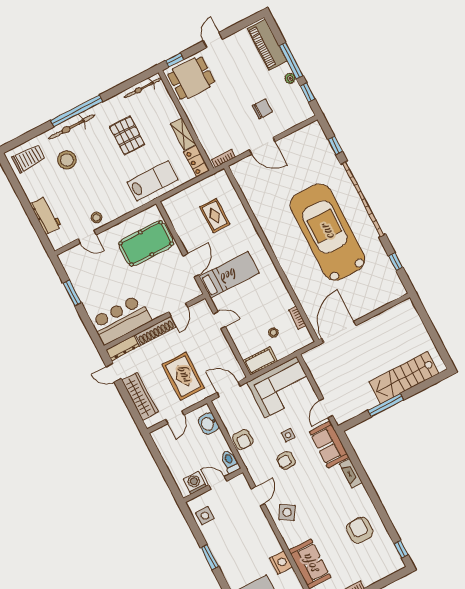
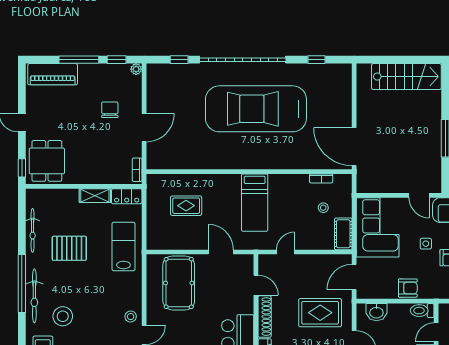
plant: (290, 78) -> (136, 69), moved
bicycle: (143, 88) -> (33, 230), moved
bed: (229, 275) -> (255, 203), moved, turned 180
stairs: (404, 378) -> (406, 77), moved, turned -90

